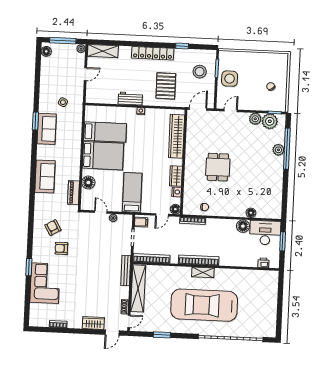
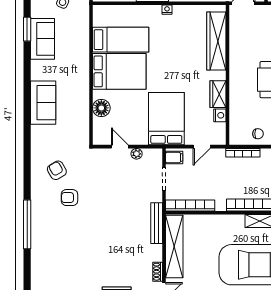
bed: (132, 192) -> (166, 119), width x1.50
piano: (73, 193) -> (82, 122), removed
floor lamp: (175, 209) -> (219, 138), removed
window: (29, 267) -> (27, 224), width x2.11
corner sofa: (45, 283) -> (50, 245), removed

